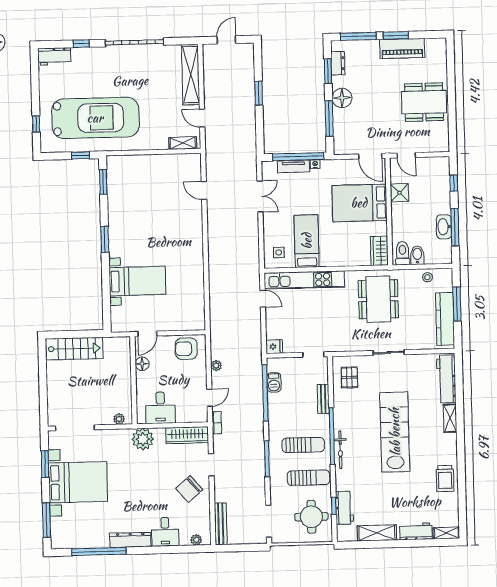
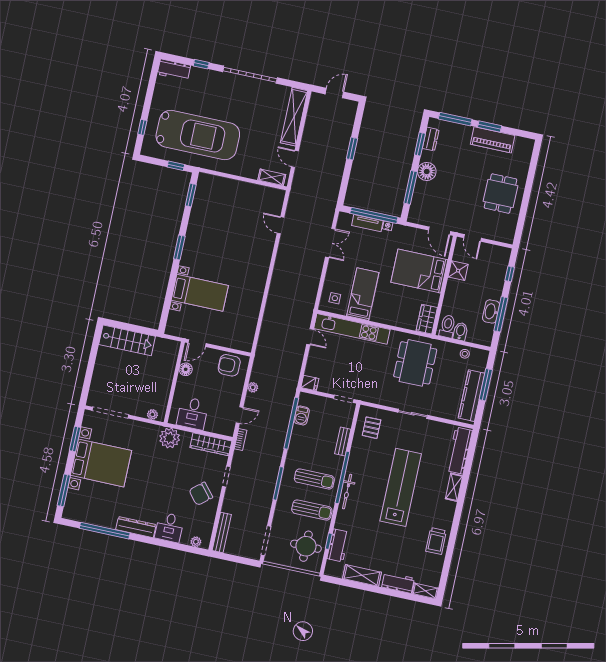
dining table: (424, 102) -> (501, 194), width x0.73

